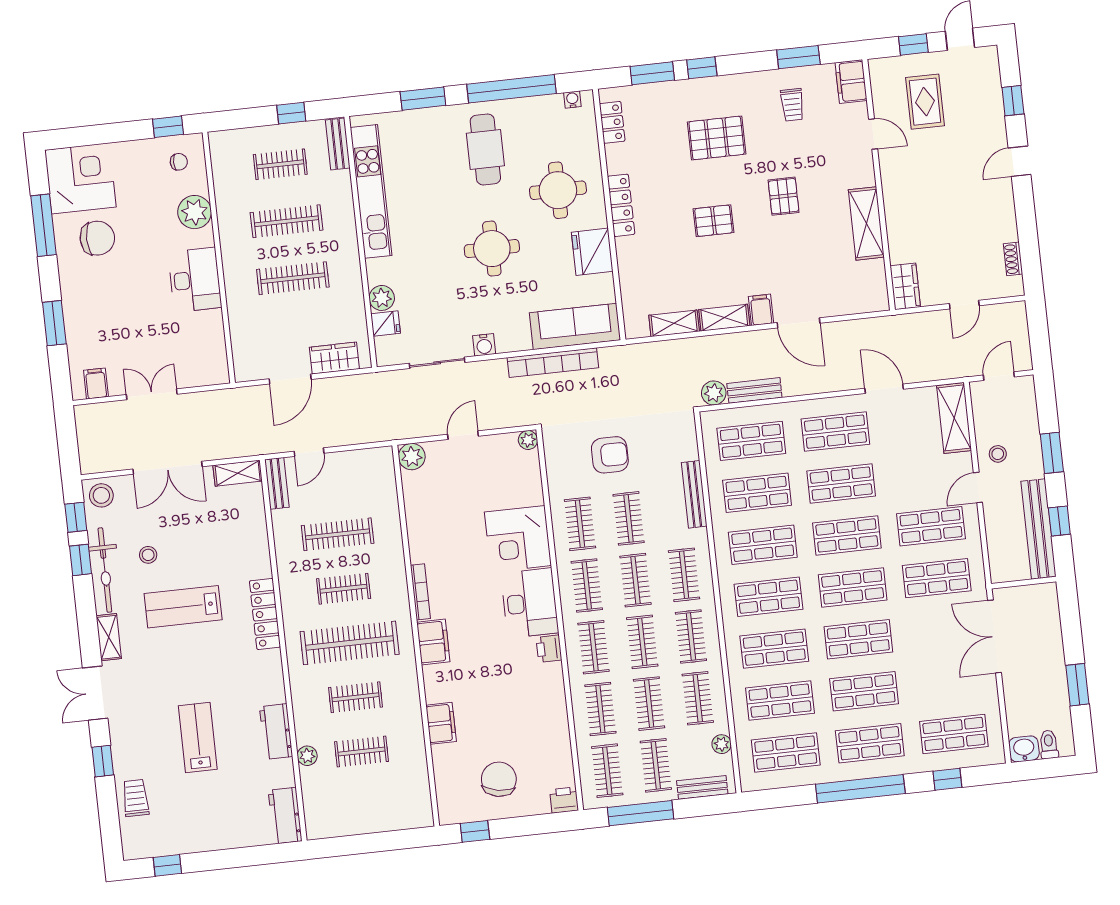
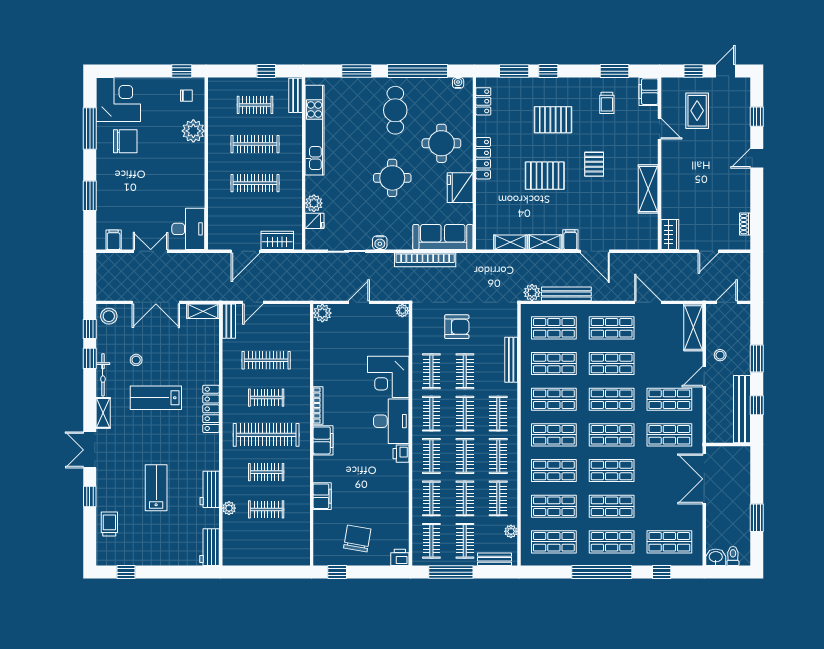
pallet: (714, 221) -> (545, 176), width x1.50, depth x1.42
desk: (195, 280) -> (188, 229), moved
bench: (754, 390) -> (566, 294), width x1.36
bicycle: (105, 570) -> (103, 375), width x0.73, depth x0.71

